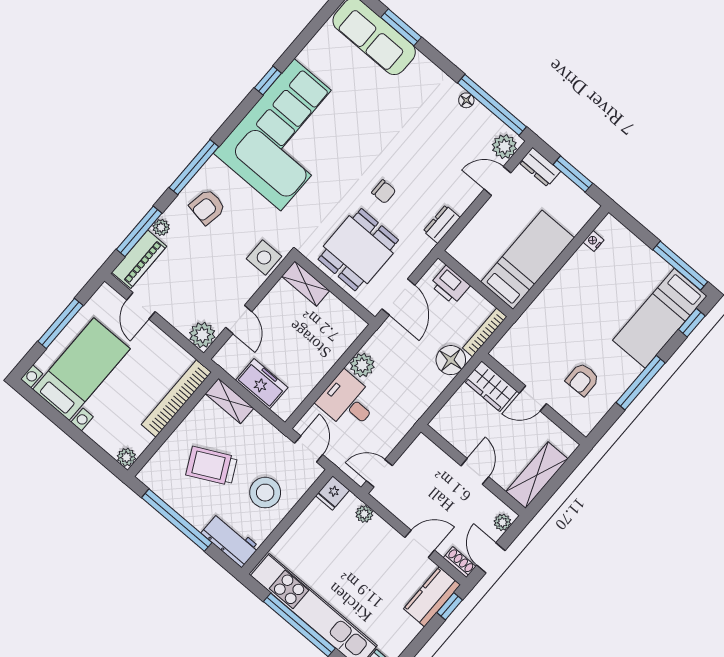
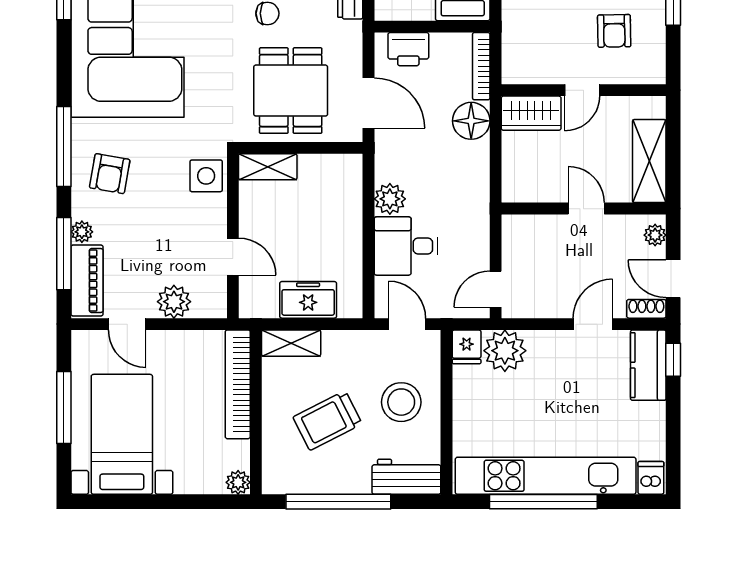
plant: (202, 335) -> (174, 302), moved
plant: (364, 514) -> (505, 351), width x1.88, depth x1.88

